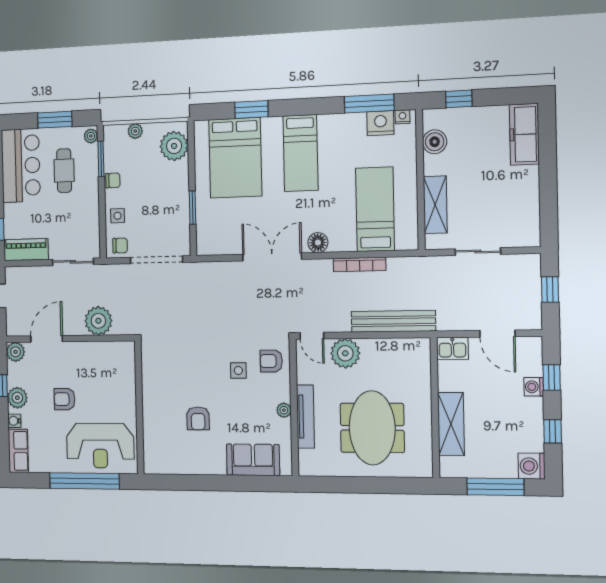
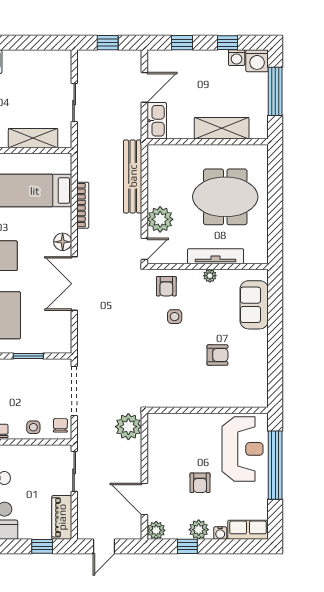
plant: (98, 321) -> (128, 427), moved
kitchen sink: (452, 348) -> (157, 121), width x1.38
washing machine: (534, 387) -> (237, 58), moved

